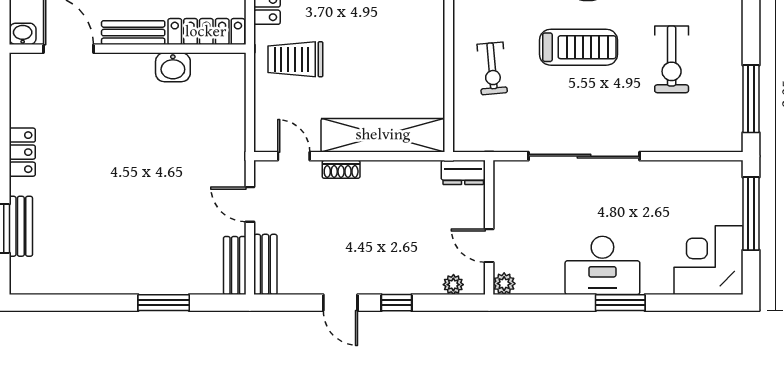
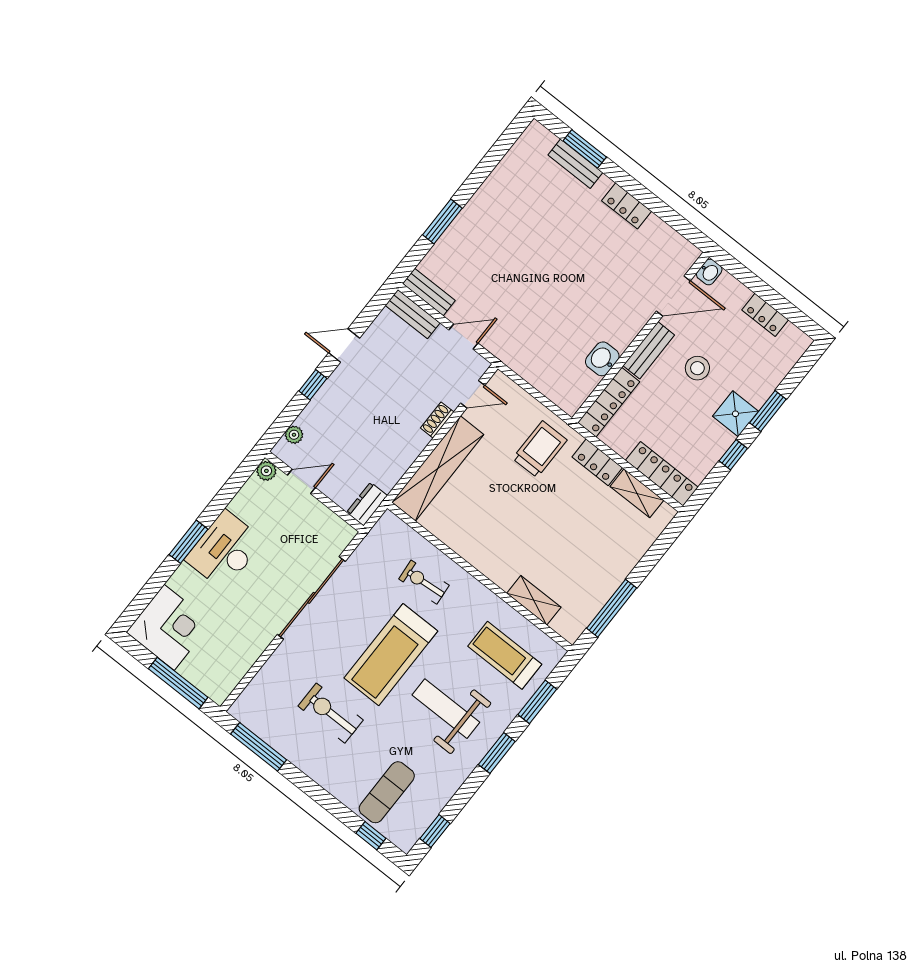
treadmill: (578, 47) -> (391, 655), width x1.37, depth x1.38

